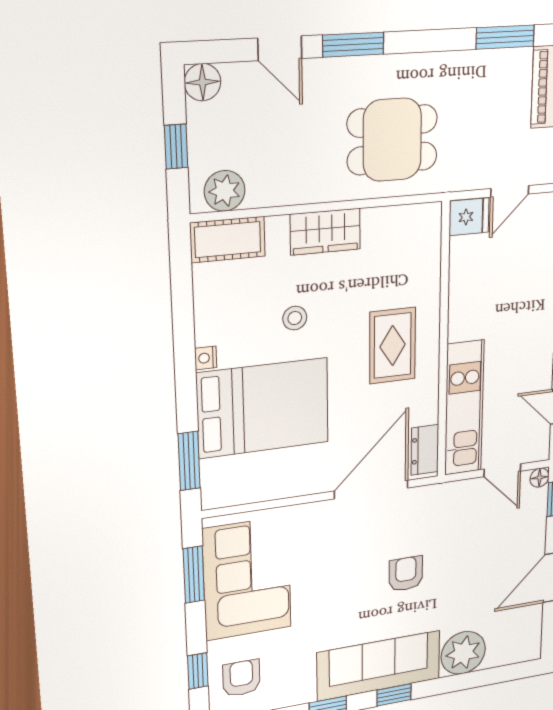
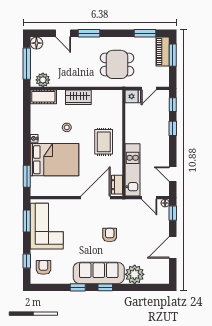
dining table: (392, 140) -> (117, 64), moved
window: (176, 147) -> (27, 64), width x2.17

